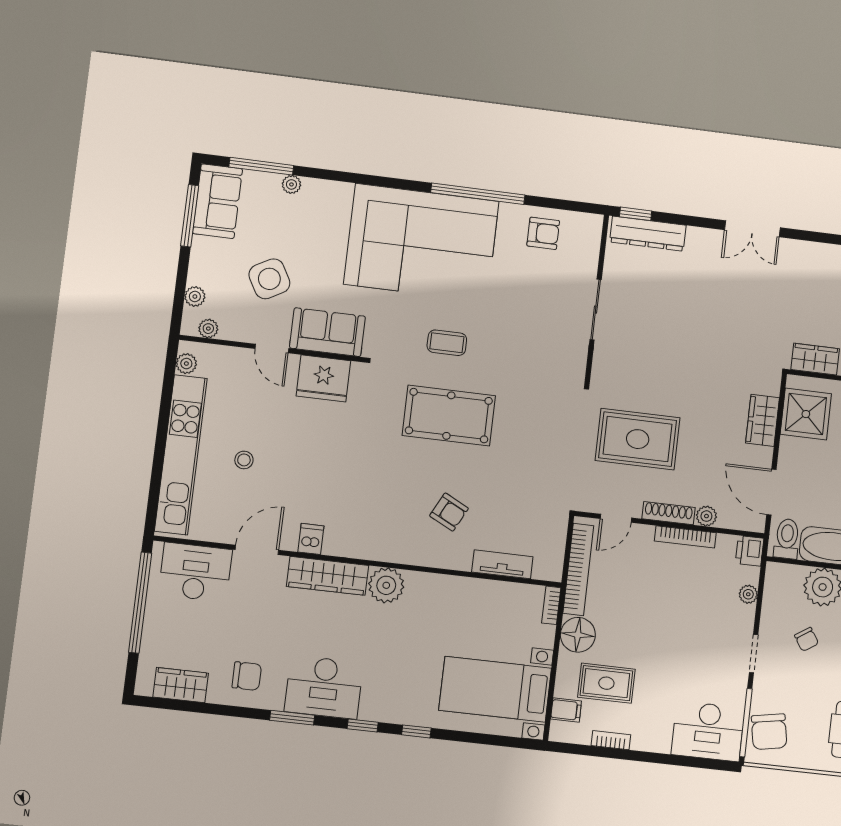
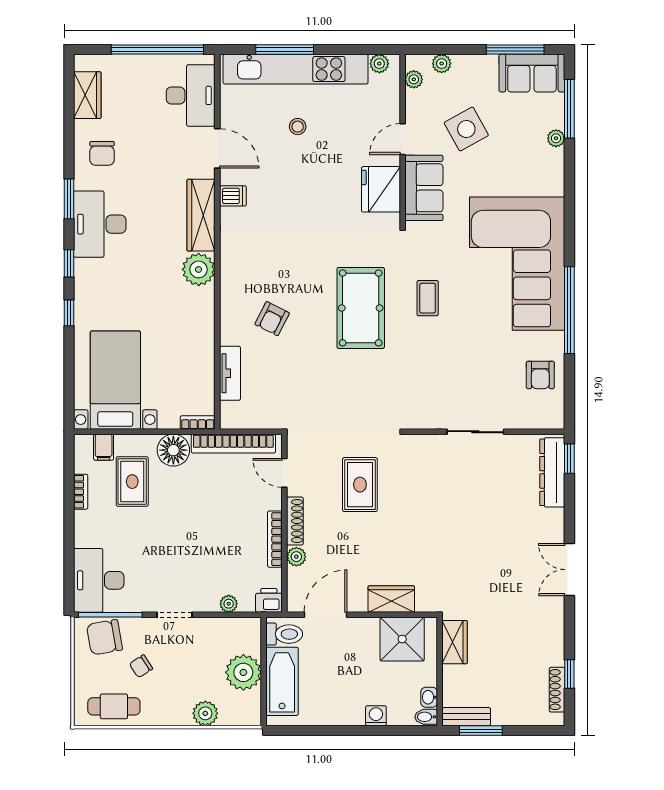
rug: (638, 439) -> (360, 485), width x0.73, depth x0.70
window: (158, 464) -> (285, 49), added
chair: (807, 639) -> (141, 666), moved

